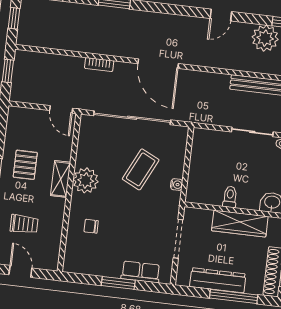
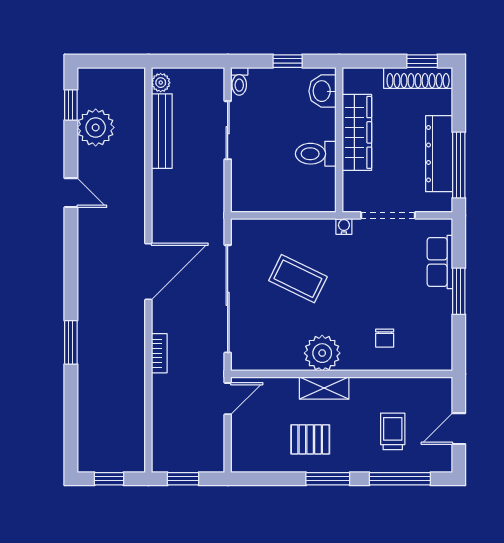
water cooler: (177, 185) -> (344, 226), moved
toilet: (230, 197) -> (316, 154), width x1.37, depth x1.39
window: (234, 296) -> (459, 165), moved

